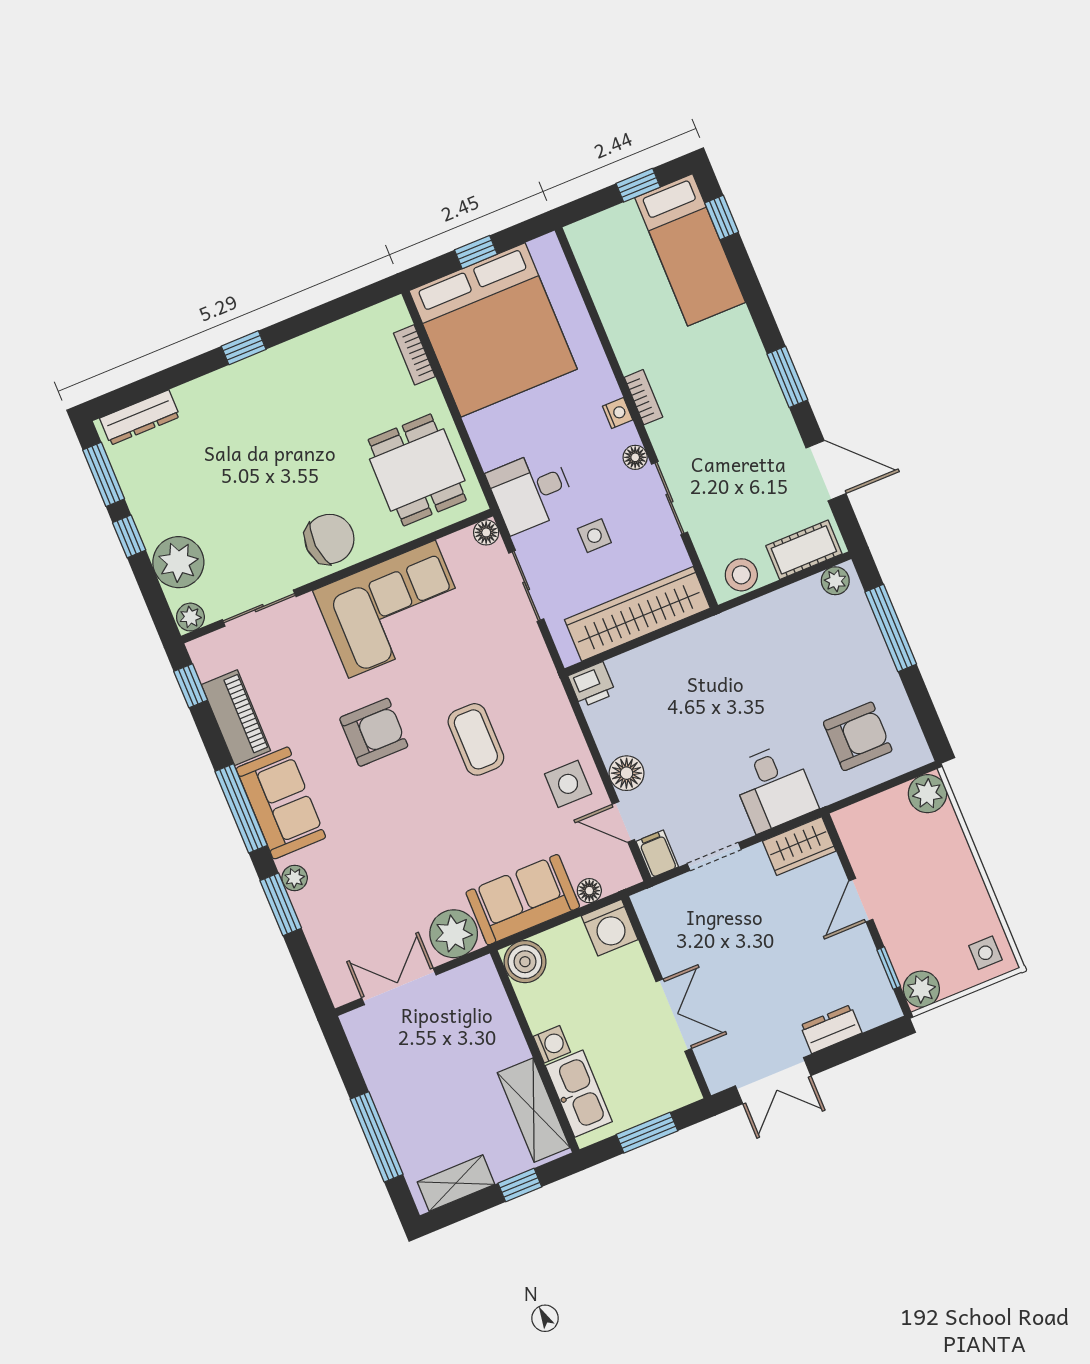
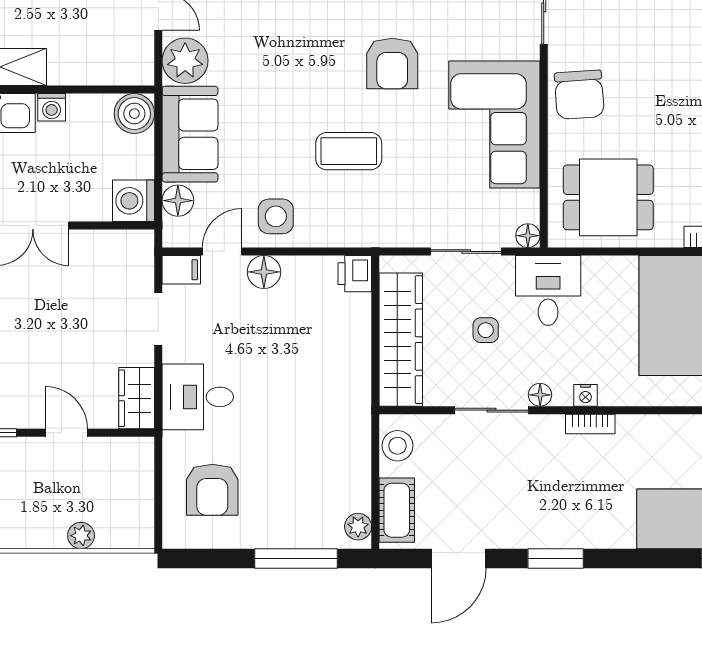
plant: (927, 794) -> (81, 536), moved, width x0.73, depth x0.73
floor lamp: (589, 891) -> (178, 201), width x1.37, depth x1.37

